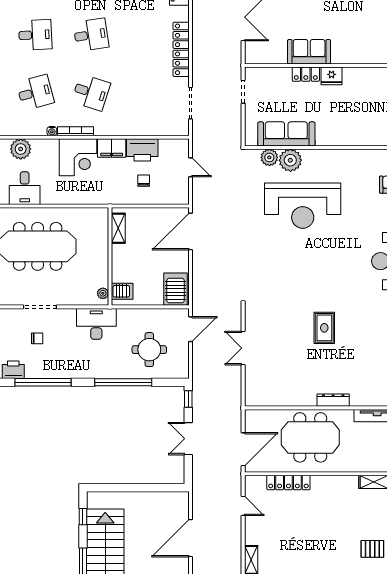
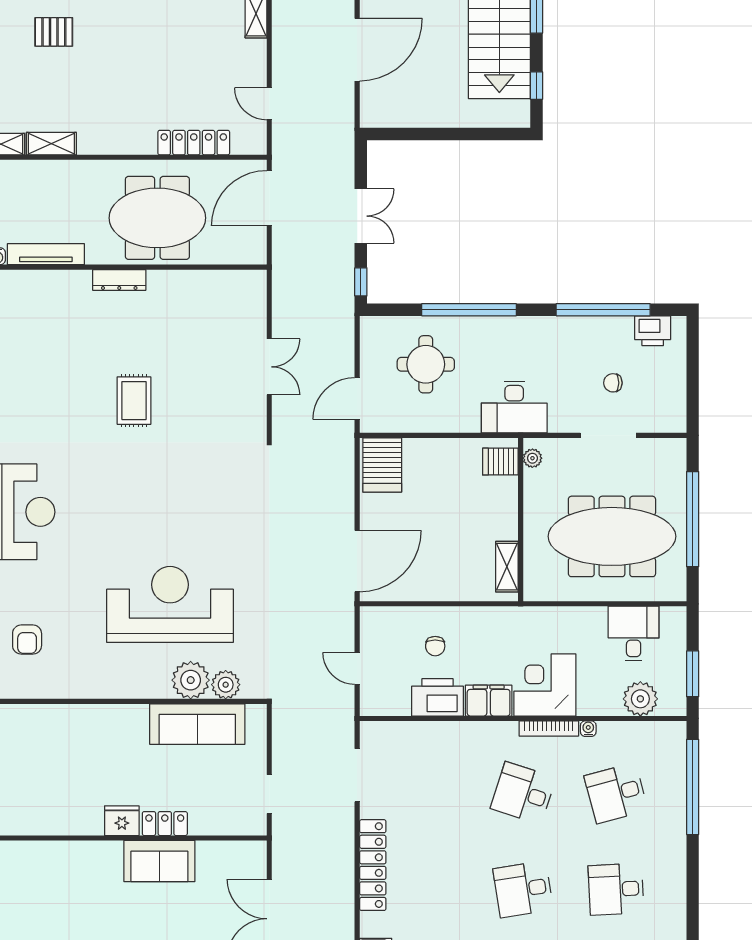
shelving: (118, 228) -> (507, 567), moved
wall: (110, 256) -> (521, 520), moved
server rack: (122, 291) -> (500, 462), moved
plant: (103, 293) -> (532, 458), moved

